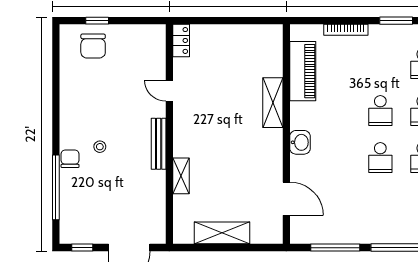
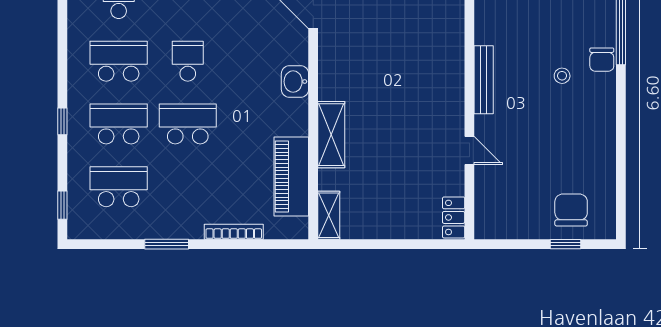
school desk: (380, 111) -> (188, 124), width x1.85
shelving: (181, 176) -> (329, 215), moved

